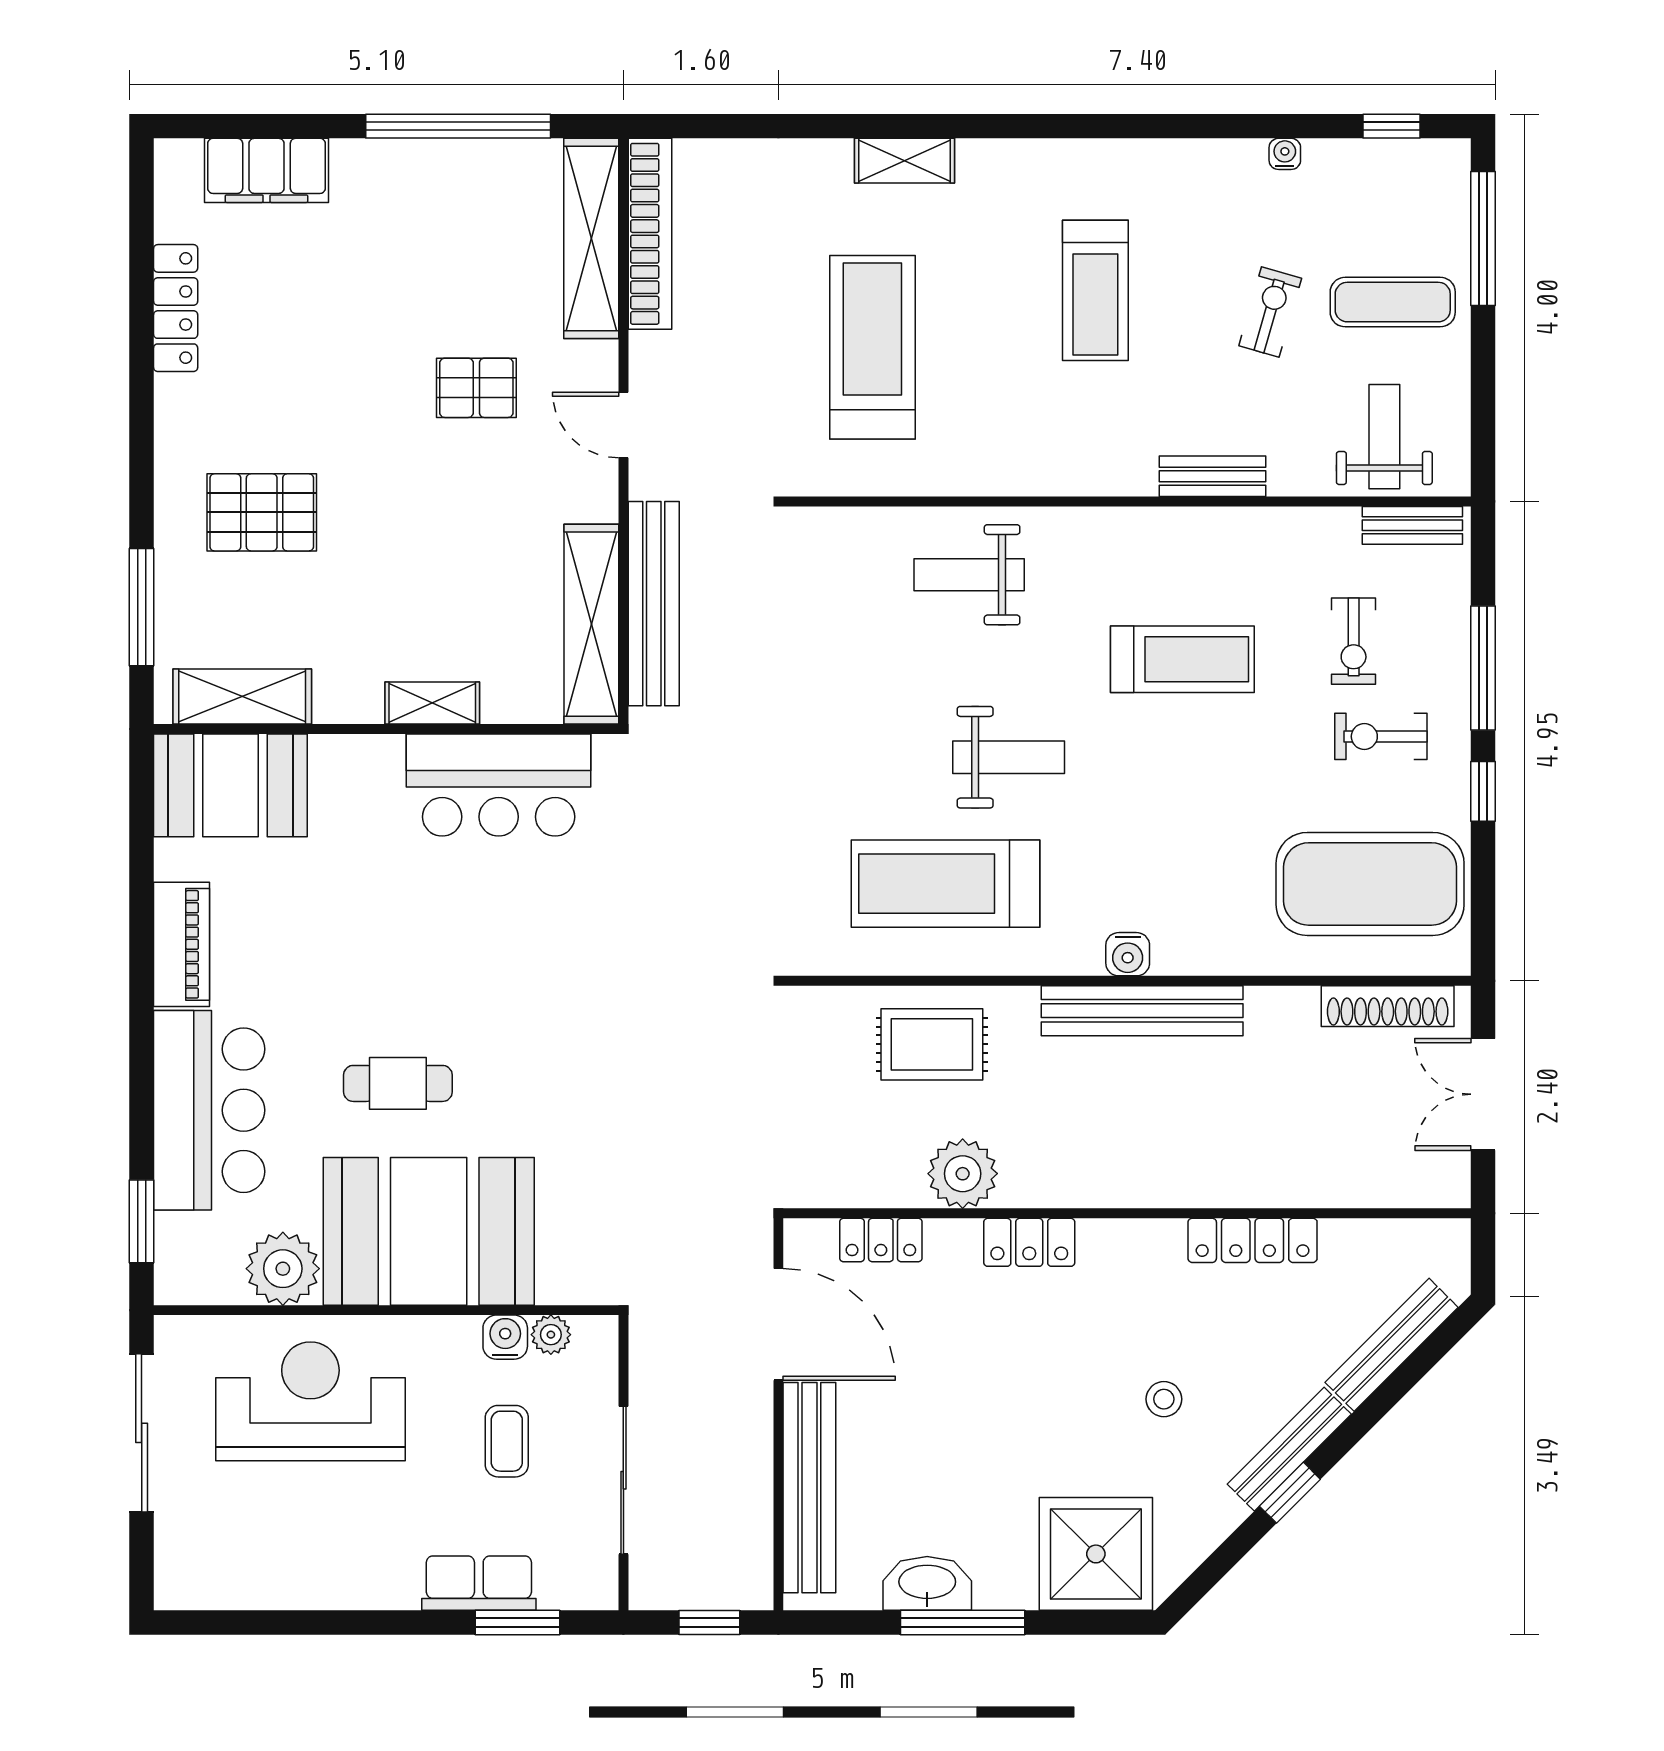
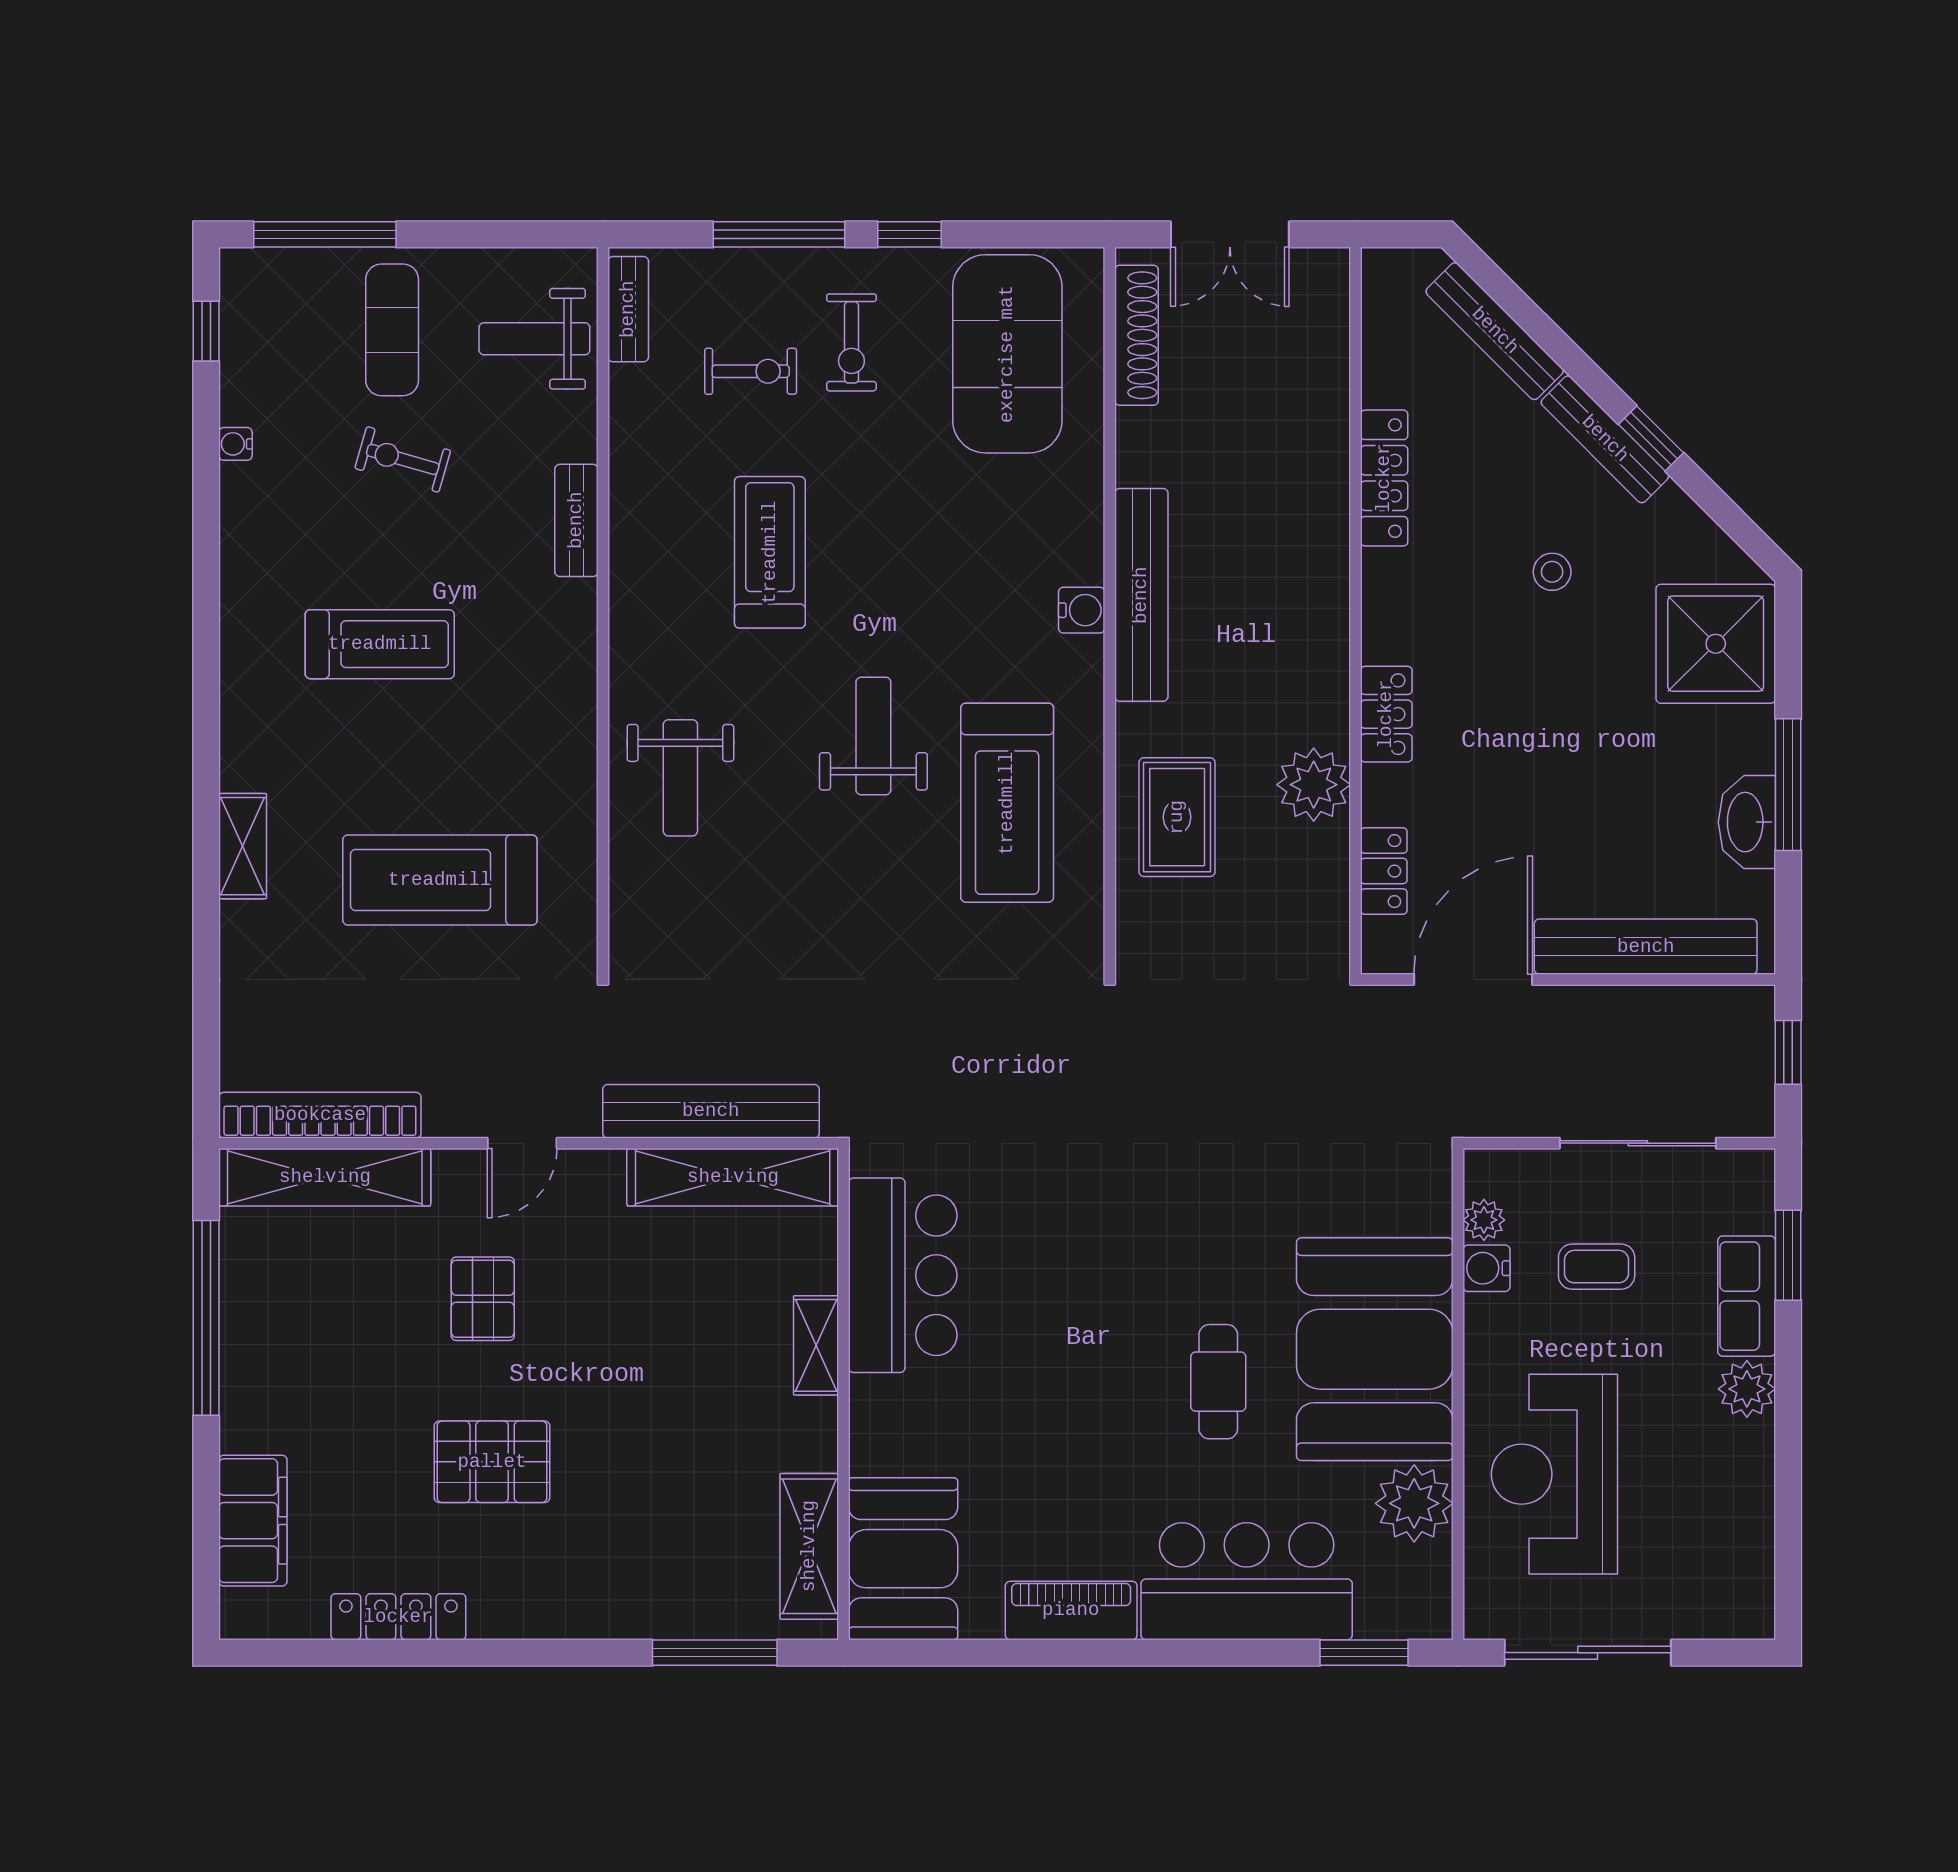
pallet: (262, 512) -> (492, 1462), moved, turned 90
plant: (391, 1583) -> (1747, 1389), added

